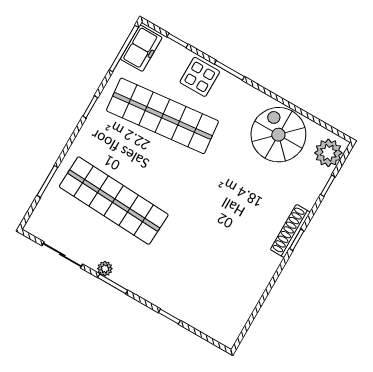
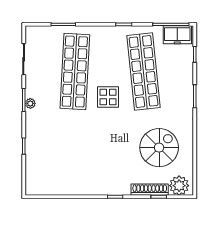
display table: (200, 77) -> (108, 97), moved
spiral stairs: (278, 135) -> (159, 148), moved
shoe rack: (290, 231) -> (150, 190), moved
plant: (105, 269) -> (30, 103), moved

